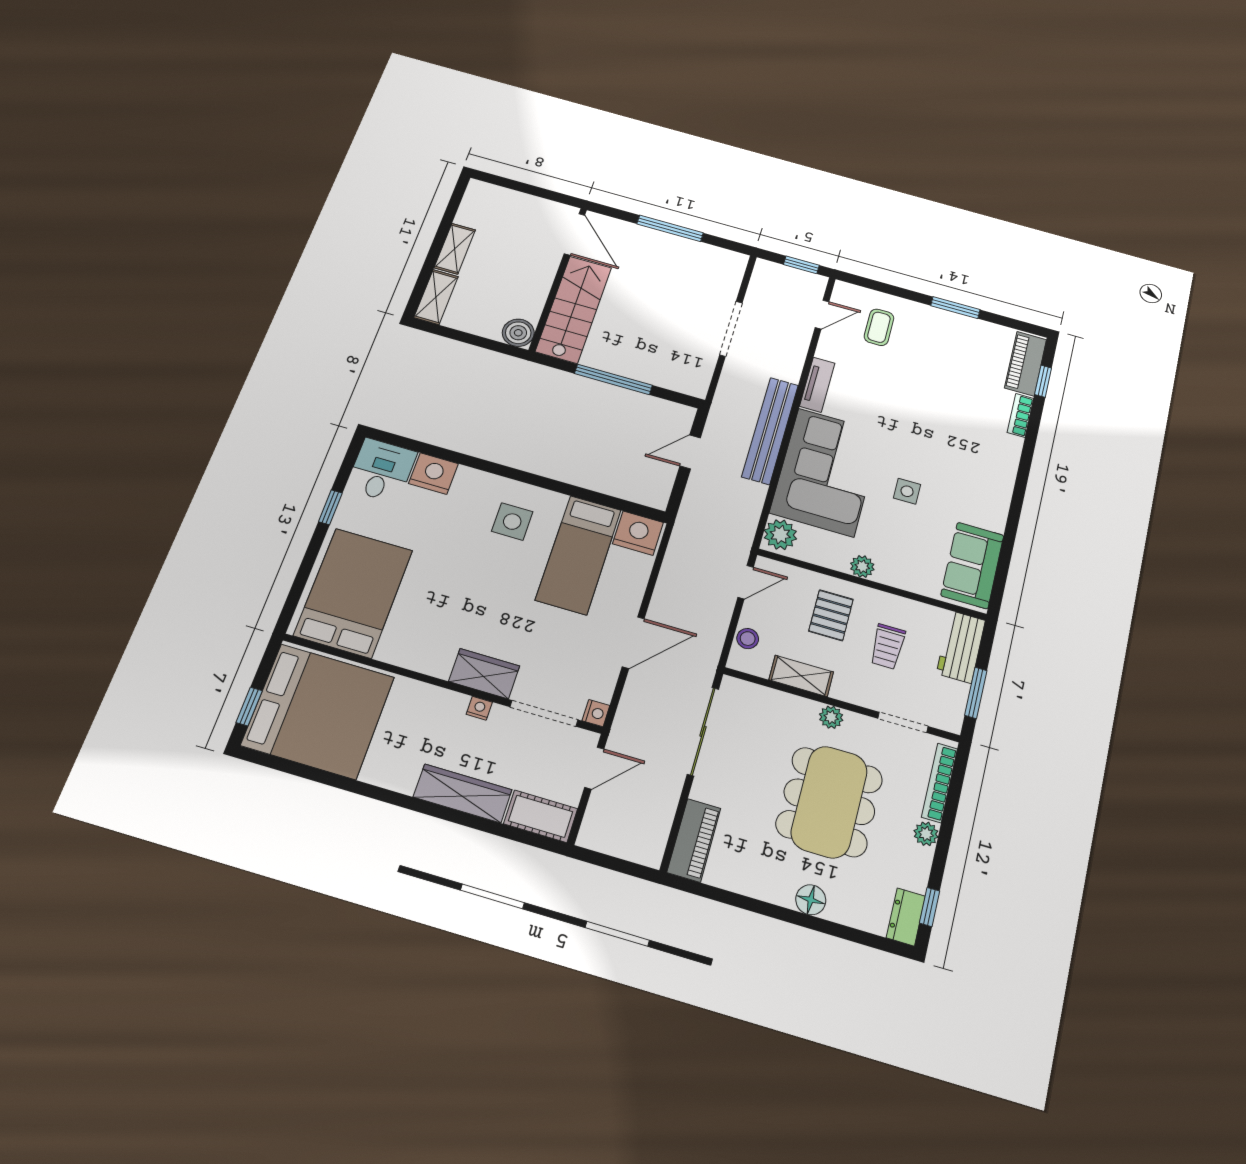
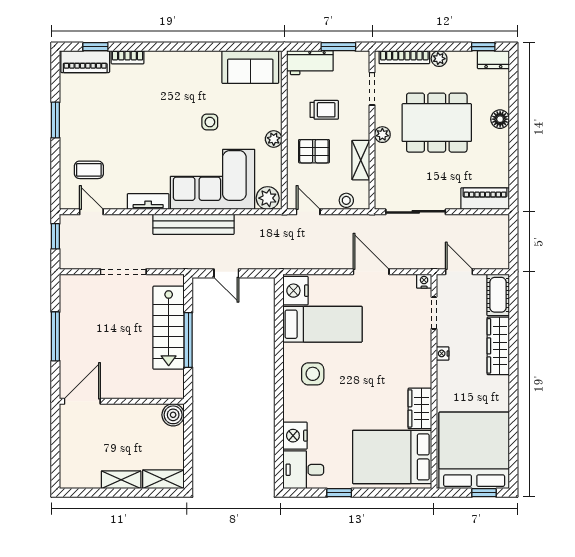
stairs: (574, 309) -> (169, 328), moved, turned -90
wardrobe: (484, 674) -> (420, 408), moved
doorway: (544, 713) -> (434, 313), width x0.73

